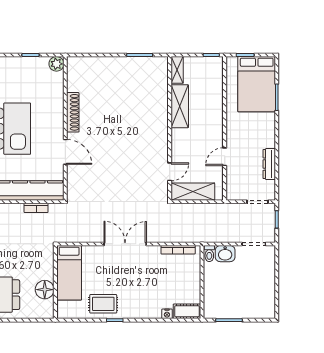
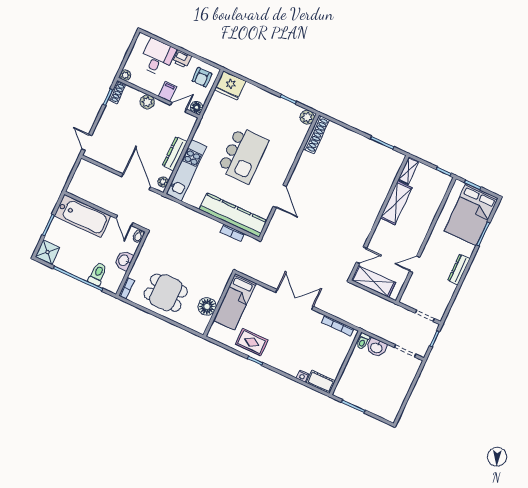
shoe rack: (73, 112) -> (316, 134), moved
dresser: (269, 164) -> (459, 269), moved

